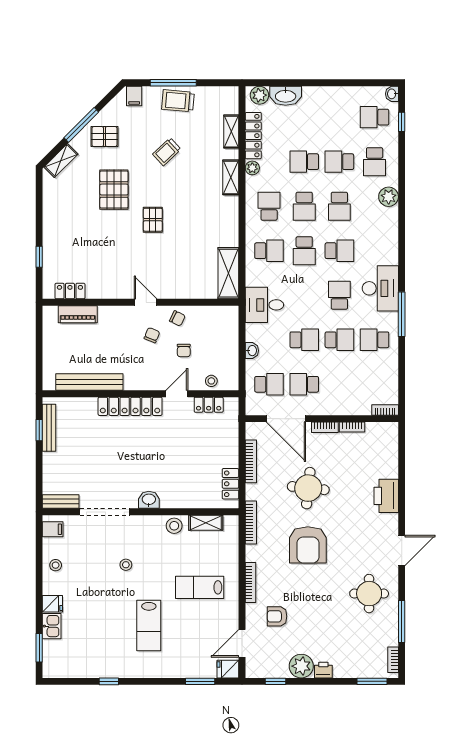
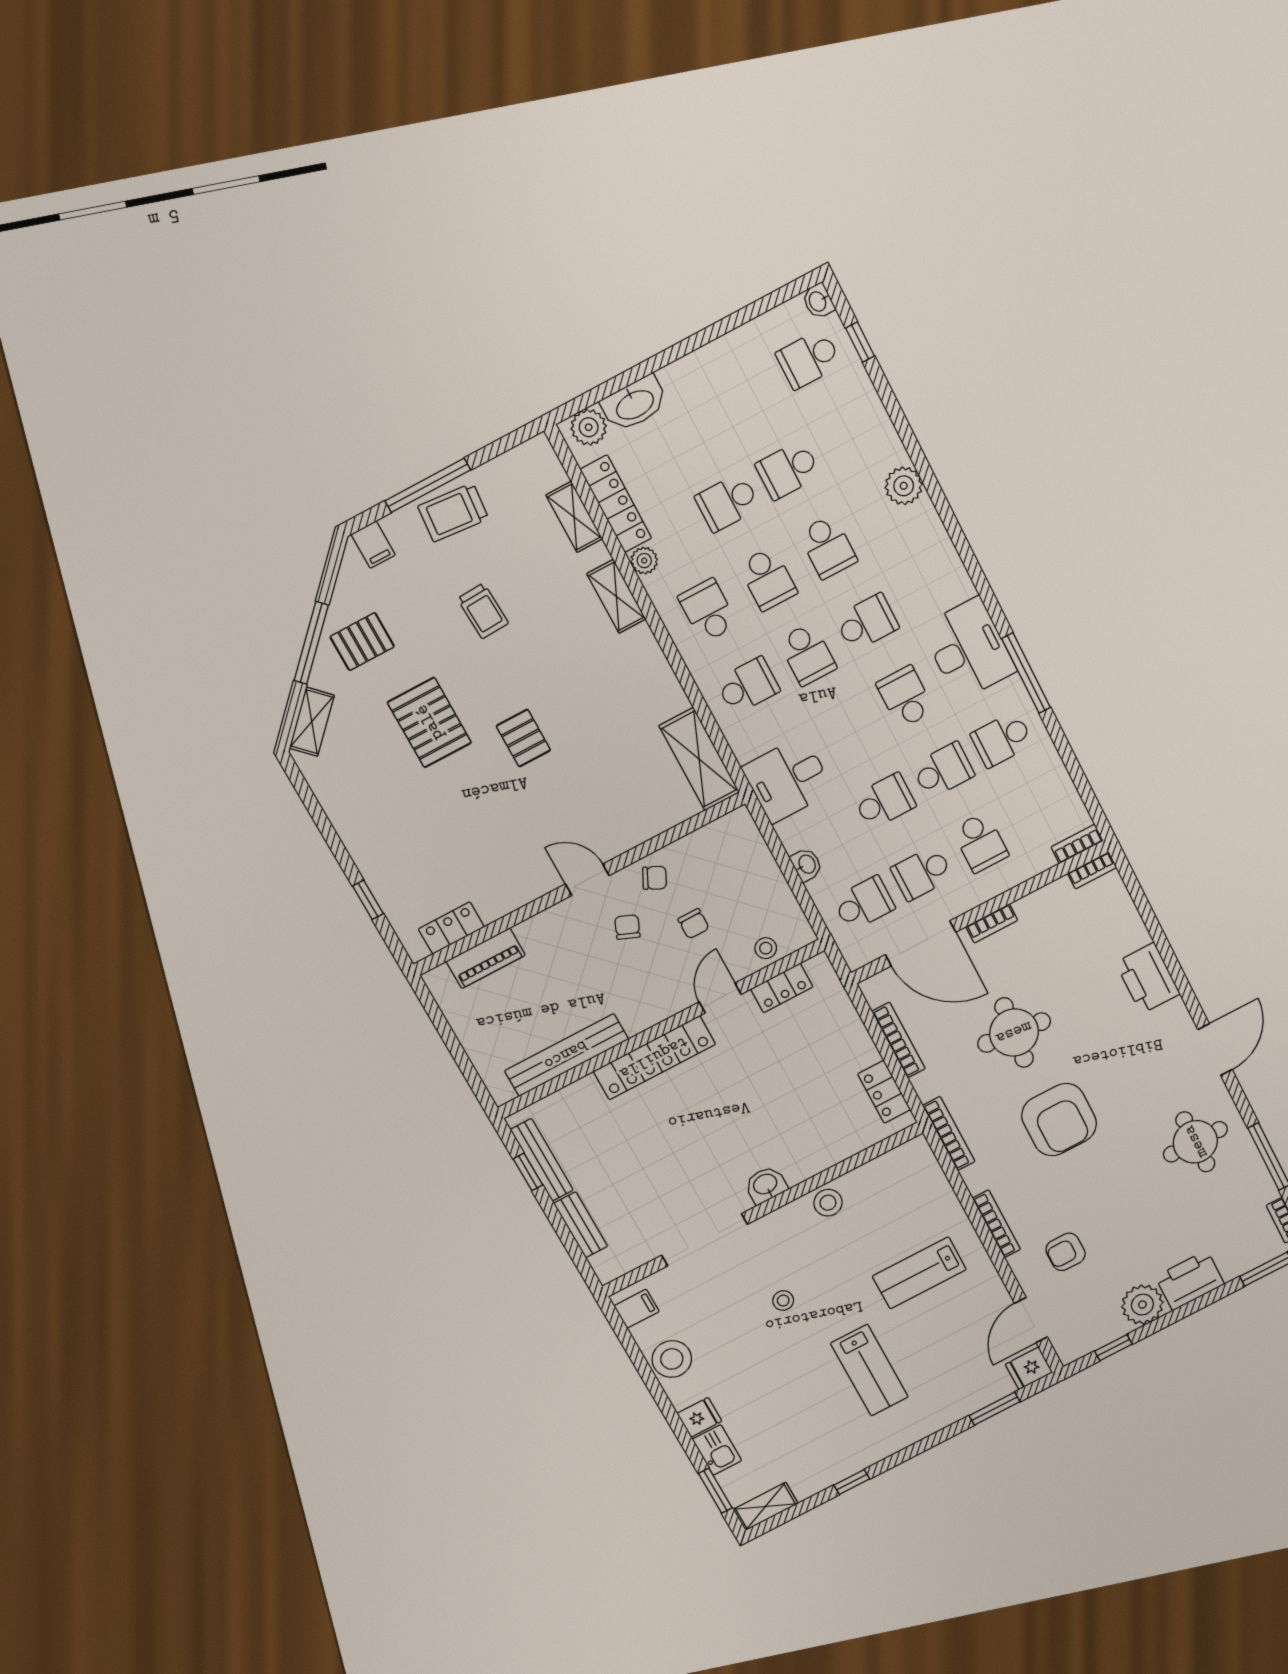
trolley: (167, 152) -> (483, 611), turned -50
school desk: (375, 162) -> (980, 842), moved
bookcase: (352, 427) -> (1092, 870), moved
bench: (61, 501) -> (581, 1225), moved, turned 90
shelving: (206, 523) -> (766, 1506), moved
stool: (56, 565) -> (672, 1359), width x1.89, depth x1.89
printer: (323, 670) -> (1190, 1280), width x1.87, depth x1.48

